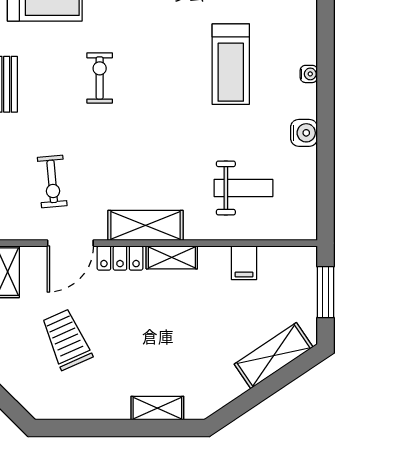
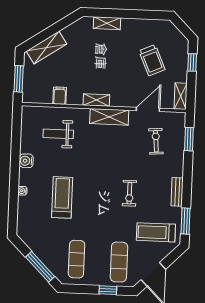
locker: (120, 258) -> (123, 101), removed

